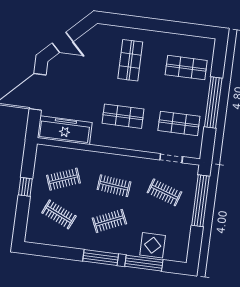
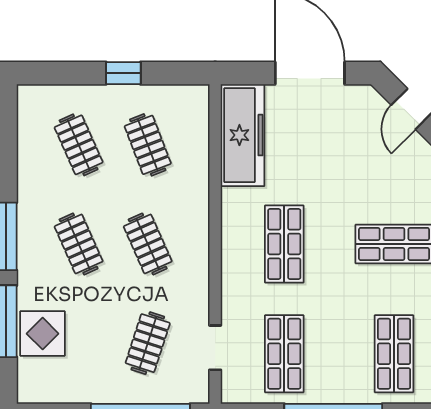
clothes rail: (114, 186) -> (148, 244), turned -30
clothes rail: (59, 214) -> (79, 145), turned -48

